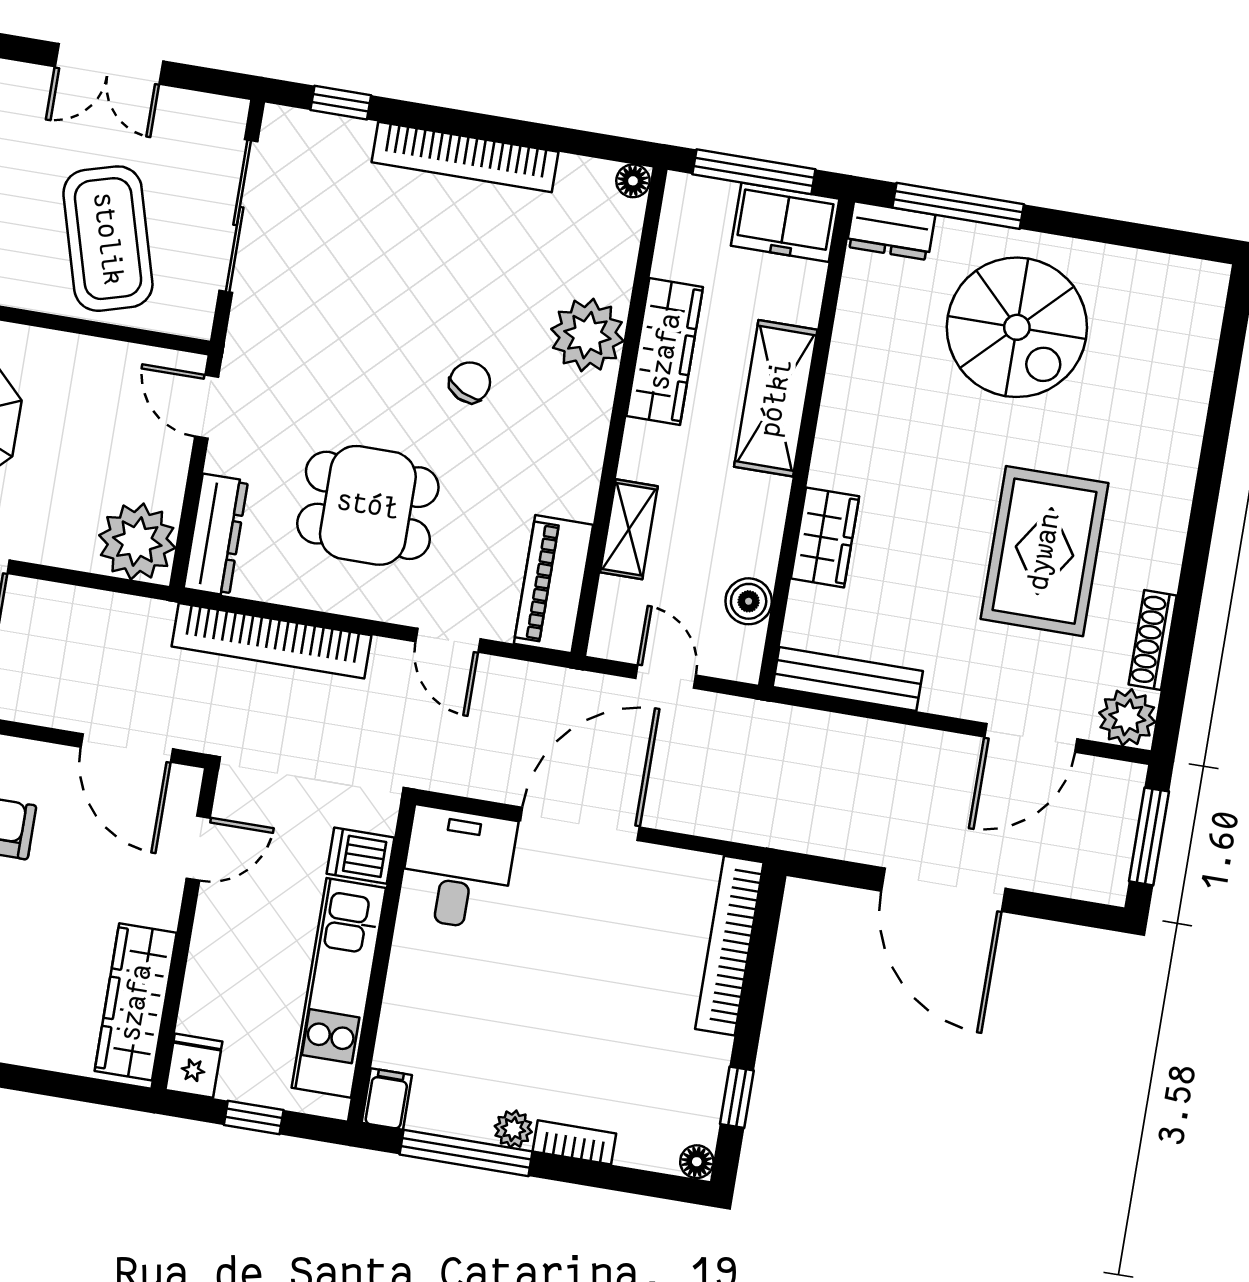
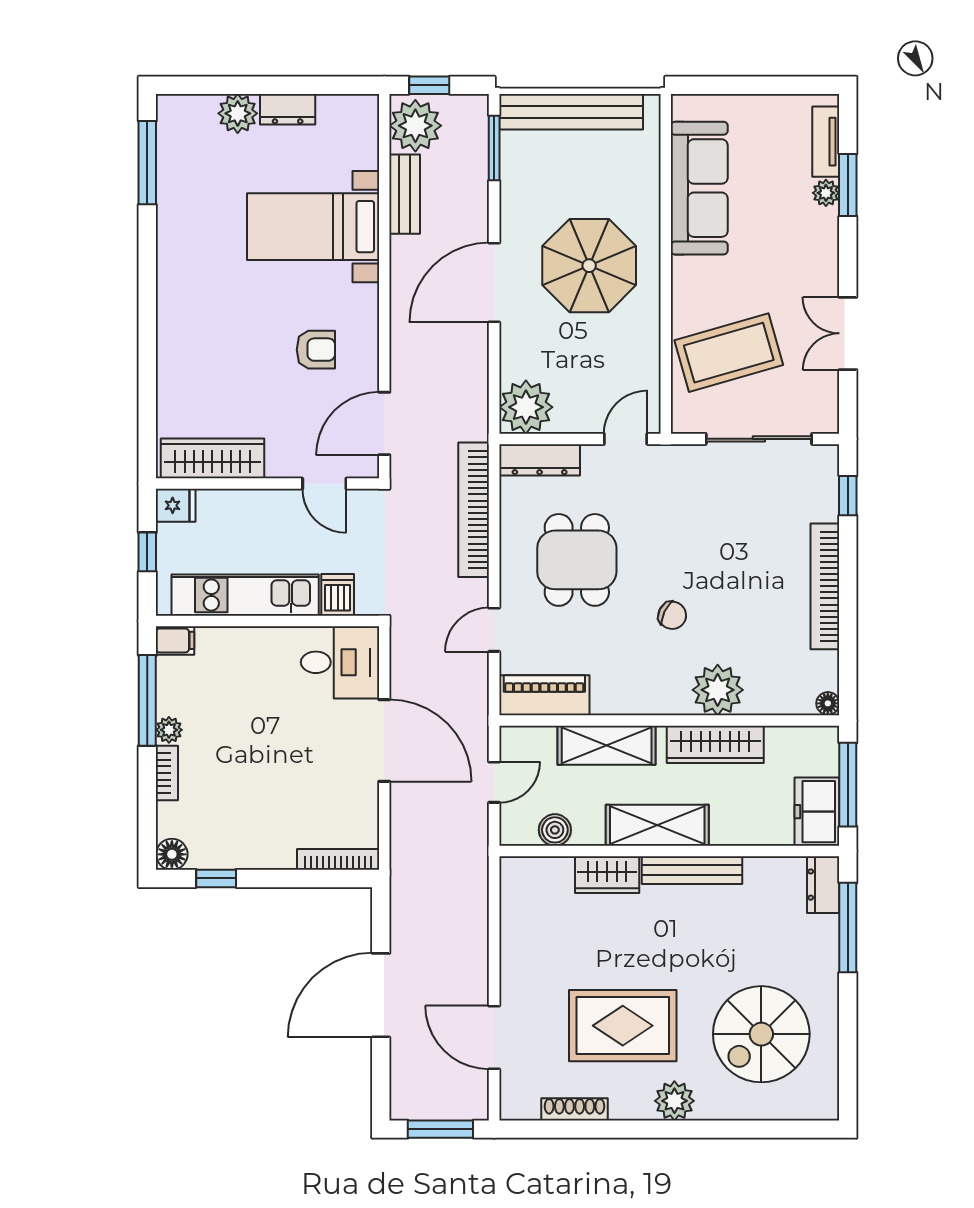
spiral stairs: (1017, 327) -> (761, 1034), moved
shelving: (776, 398) -> (657, 825), moved
shelving: (629, 529) -> (607, 745), width x1.50, depth x1.33
bench: (848, 679) -> (692, 870), moved, turned 90
plant: (1127, 717) -> (674, 1101), moved
bookcase: (729, 946) -> (338, 859), width x0.68, depth x0.76
floor lamp: (697, 1162) -> (172, 854), width x1.37, depth x1.37

